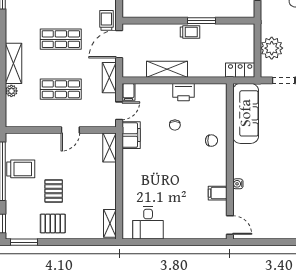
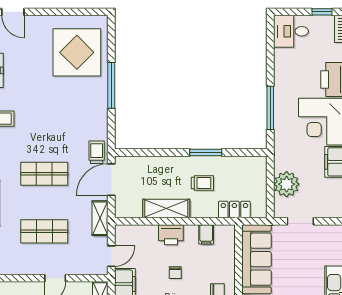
trolley: (190, 32) -> (202, 183), moved
locker: (240, 70) -> (234, 209), moved
filing cabinet: (128, 92) -> (206, 234), moved
printer: (183, 92) -> (171, 235), moved

